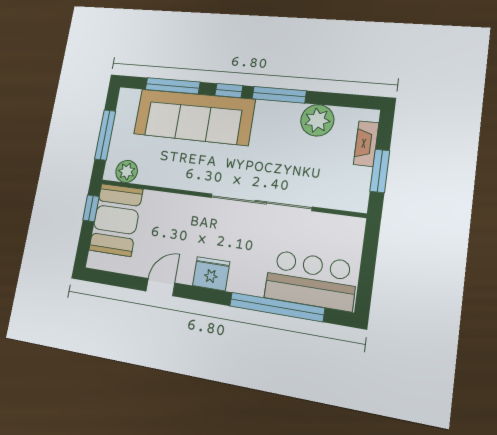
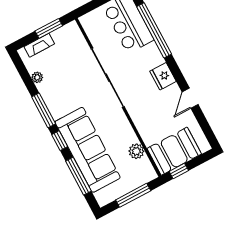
plant: (317, 120) -> (37, 77), width x0.53, depth x0.53
plant: (127, 171) -> (136, 151), moved
door: (160, 287) -> (190, 98), hinge flipped

